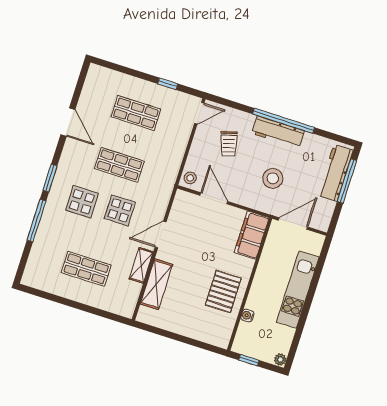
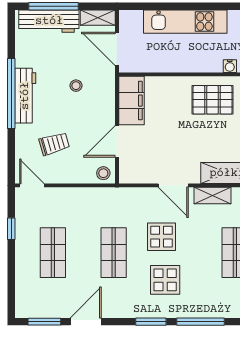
window: (79, 87) -> (44, 322), added
stool: (273, 178) -> (76, 86), width x0.53, depth x0.53
shelving: (325, 216) -> (98, 18), added
filing cabinet: (252, 235) -> (131, 101), moved, turned -90

